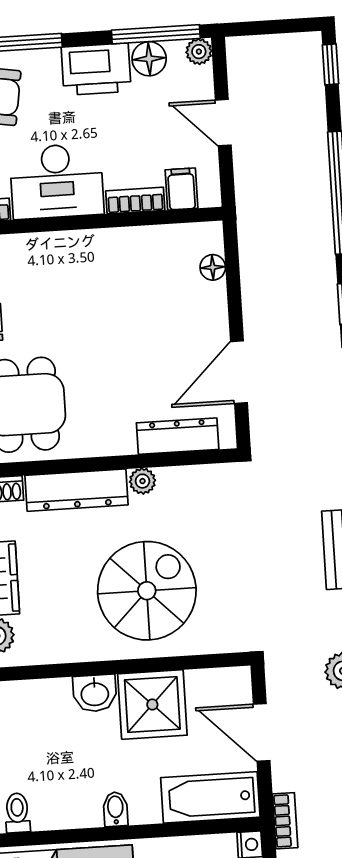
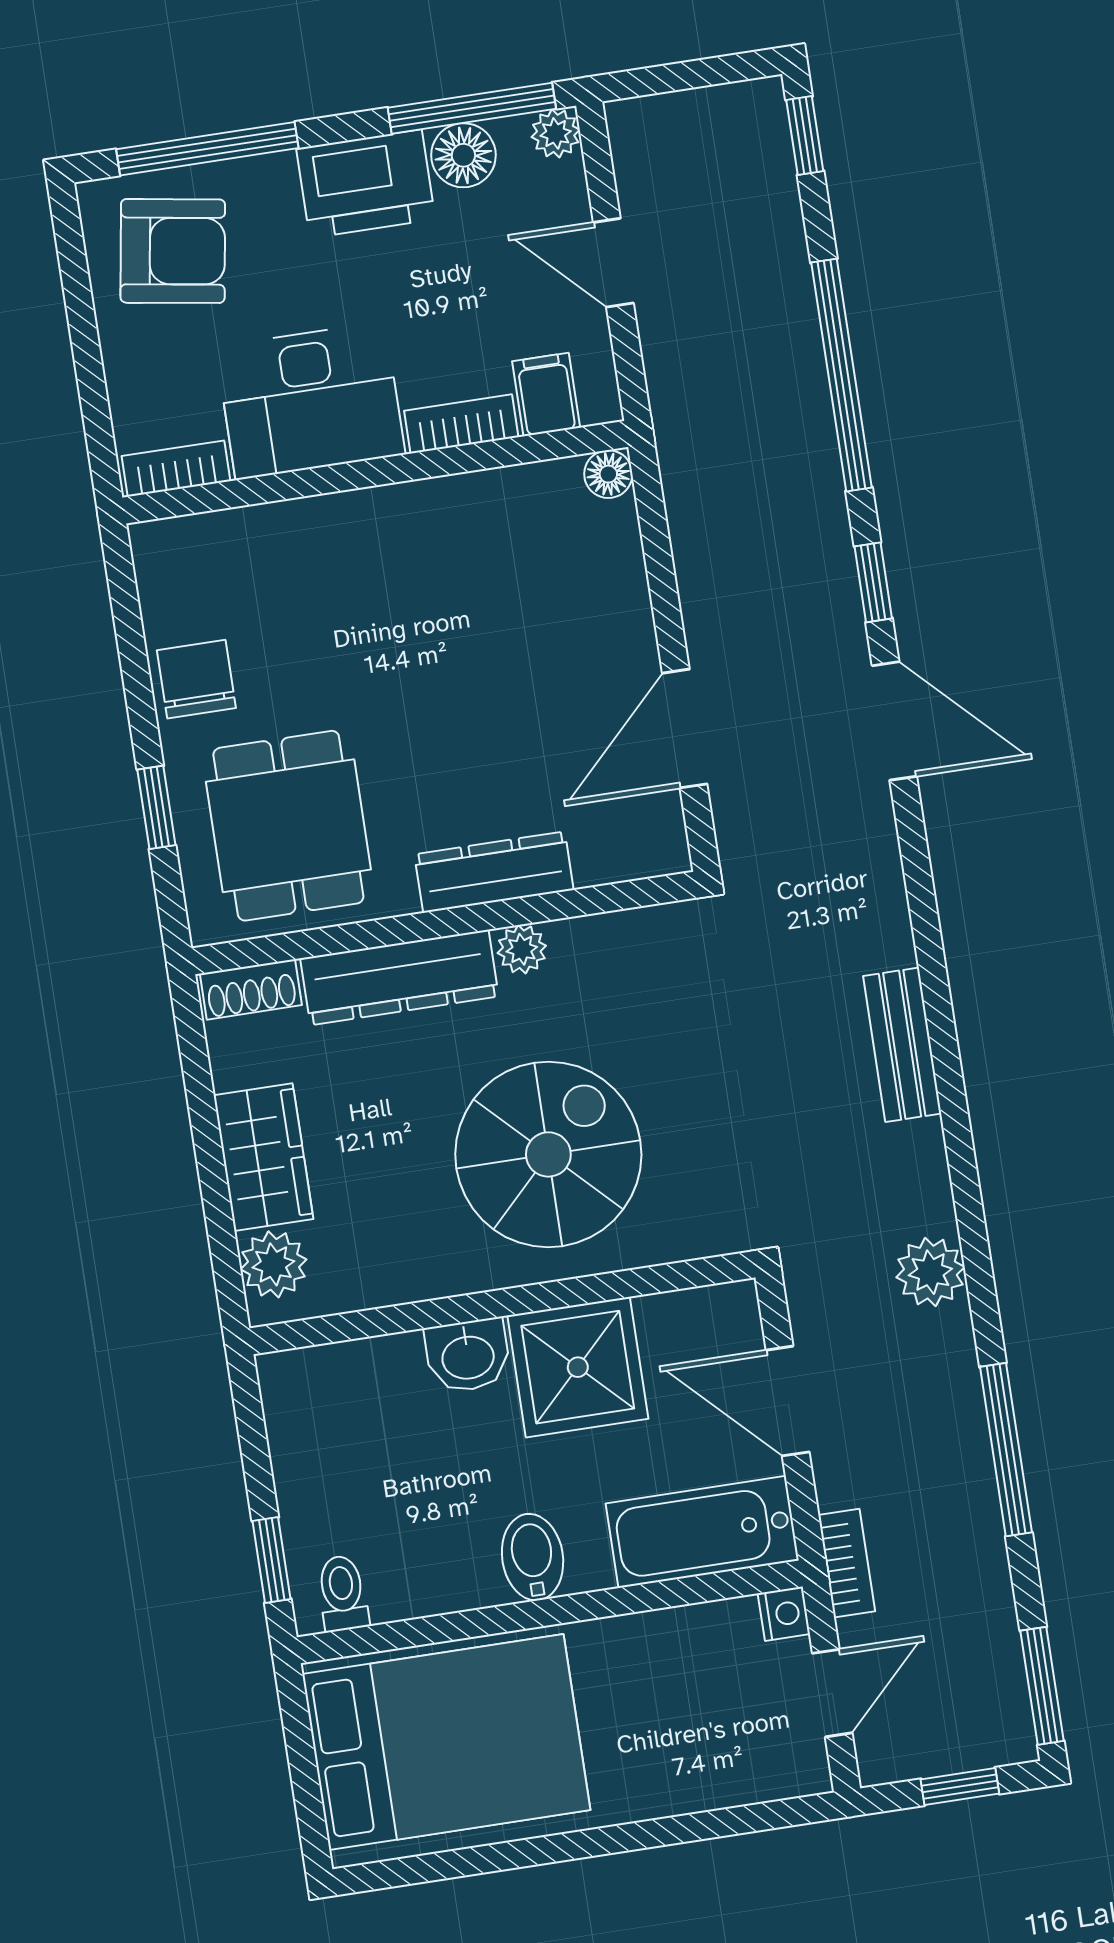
floor lamp: (213, 267) -> (608, 474), moved
dresser: (178, 436) -> (494, 872), moved
bidet: (115, 809) -> (533, 1557), width x1.38, depth x1.36

